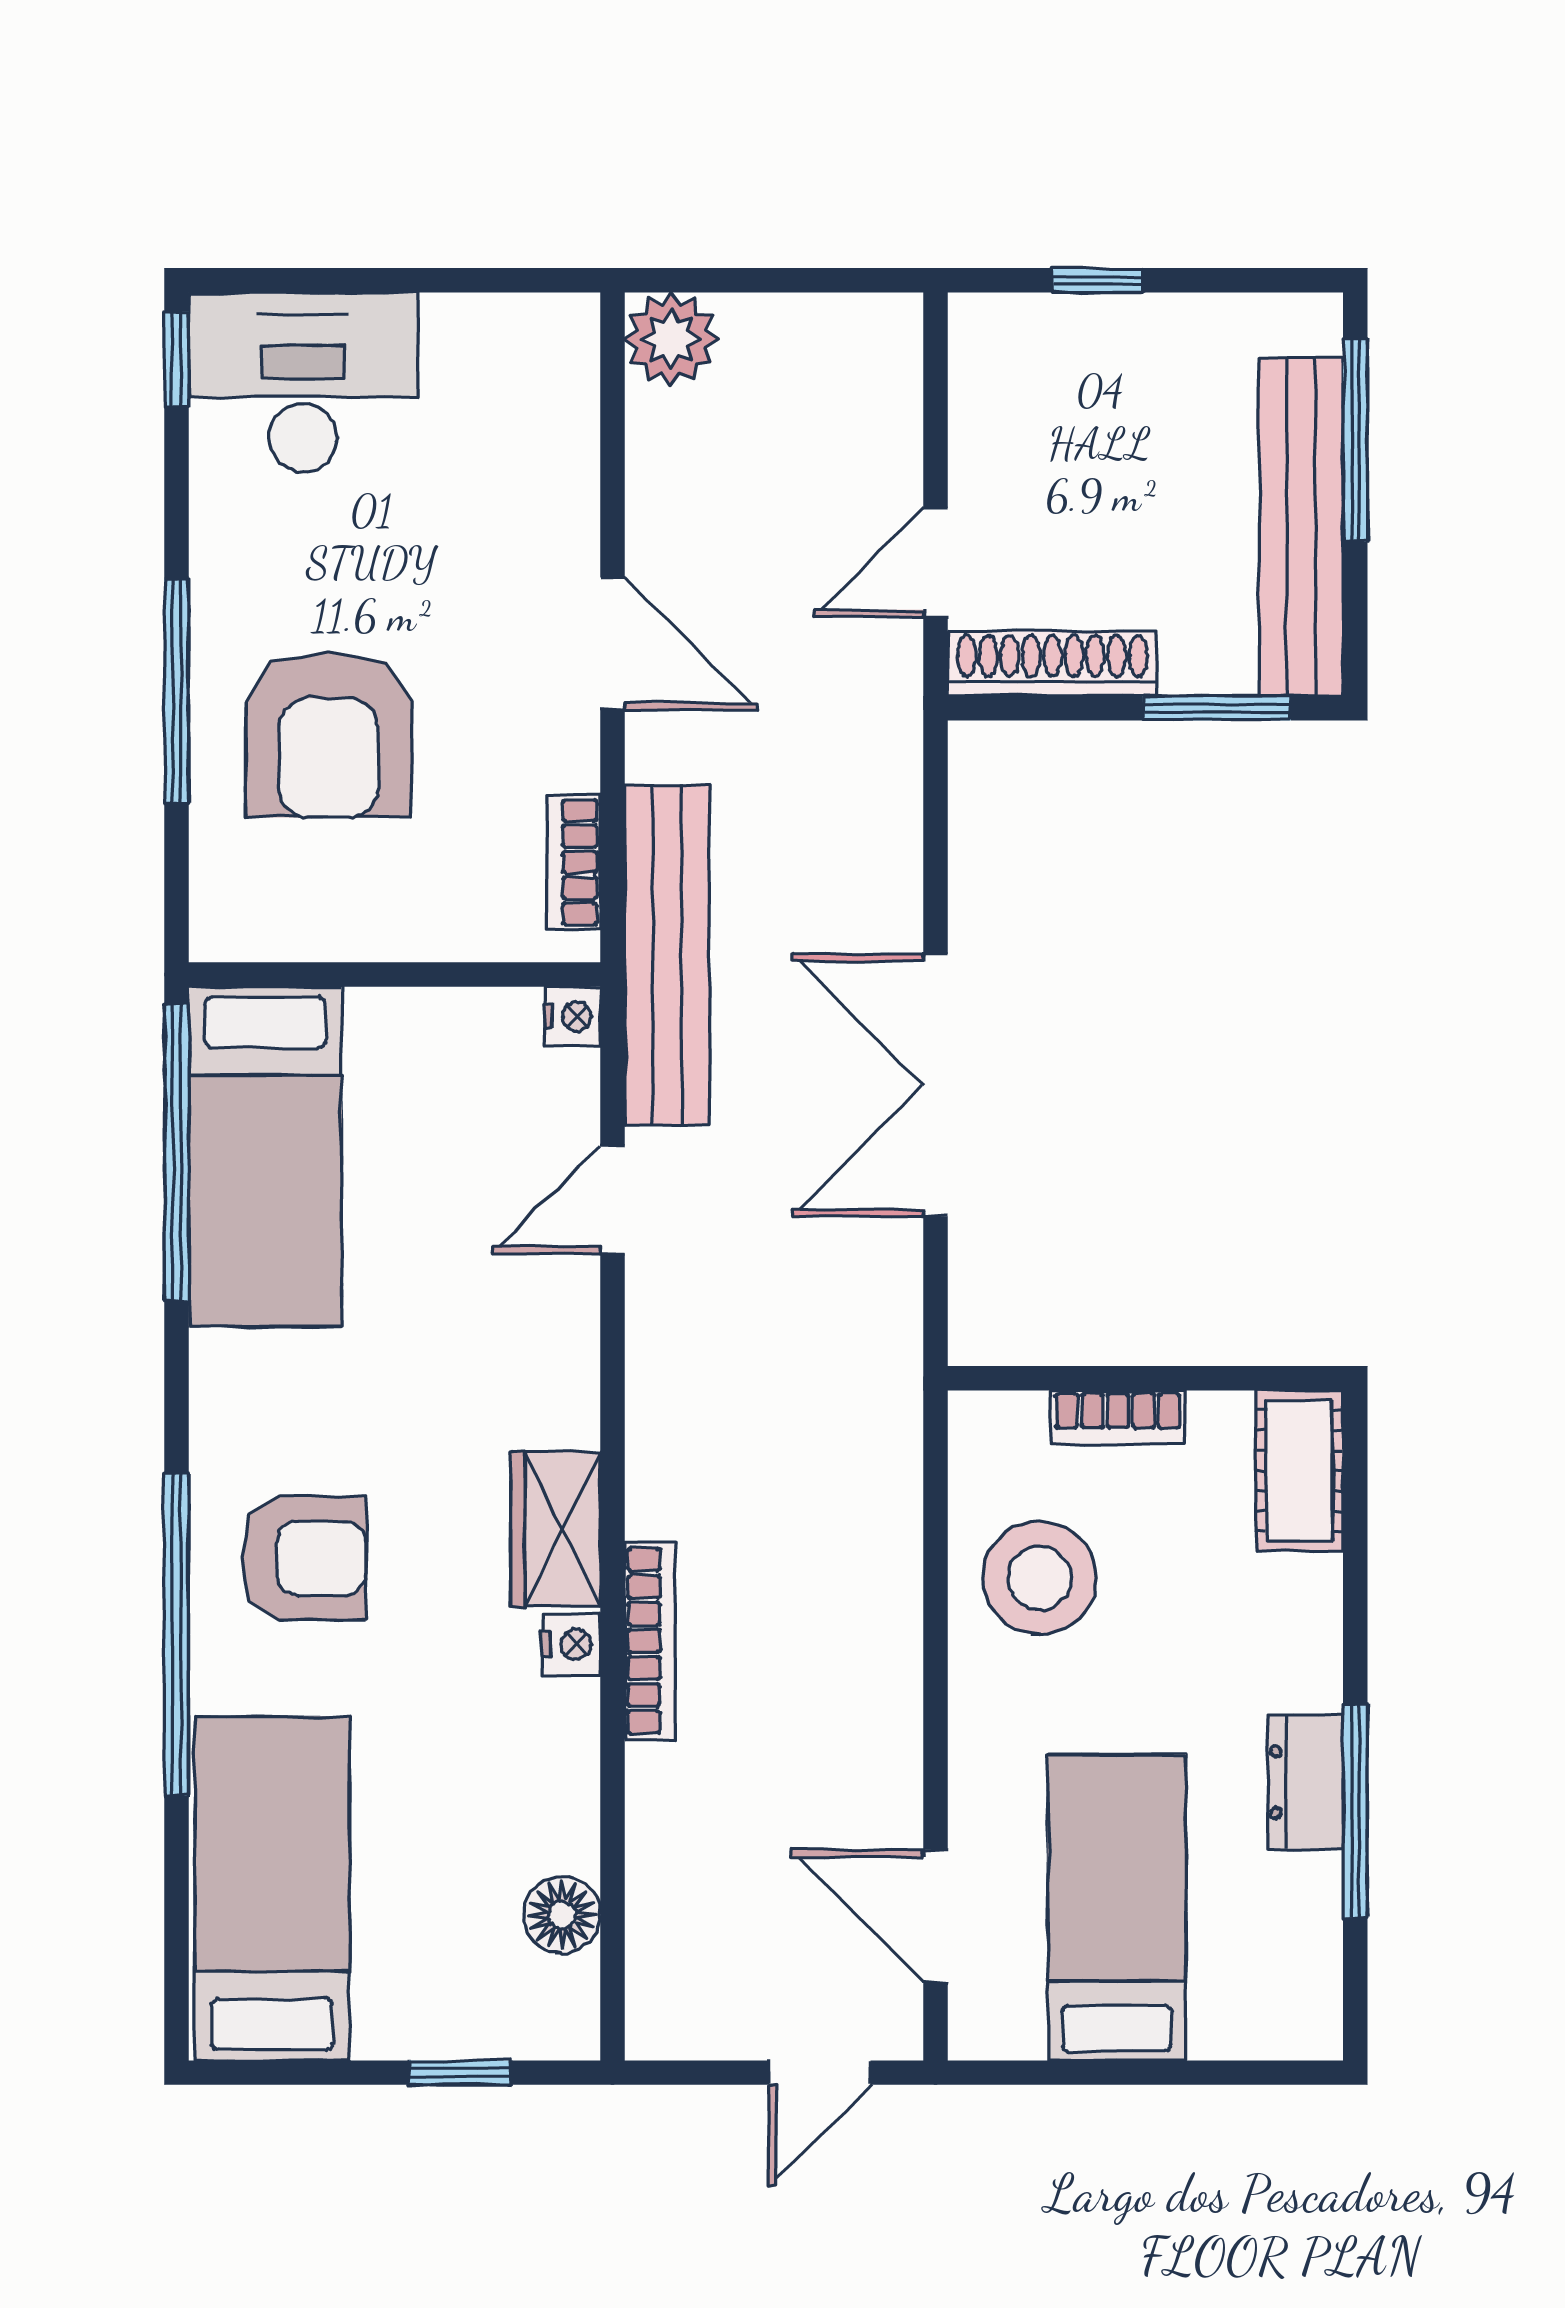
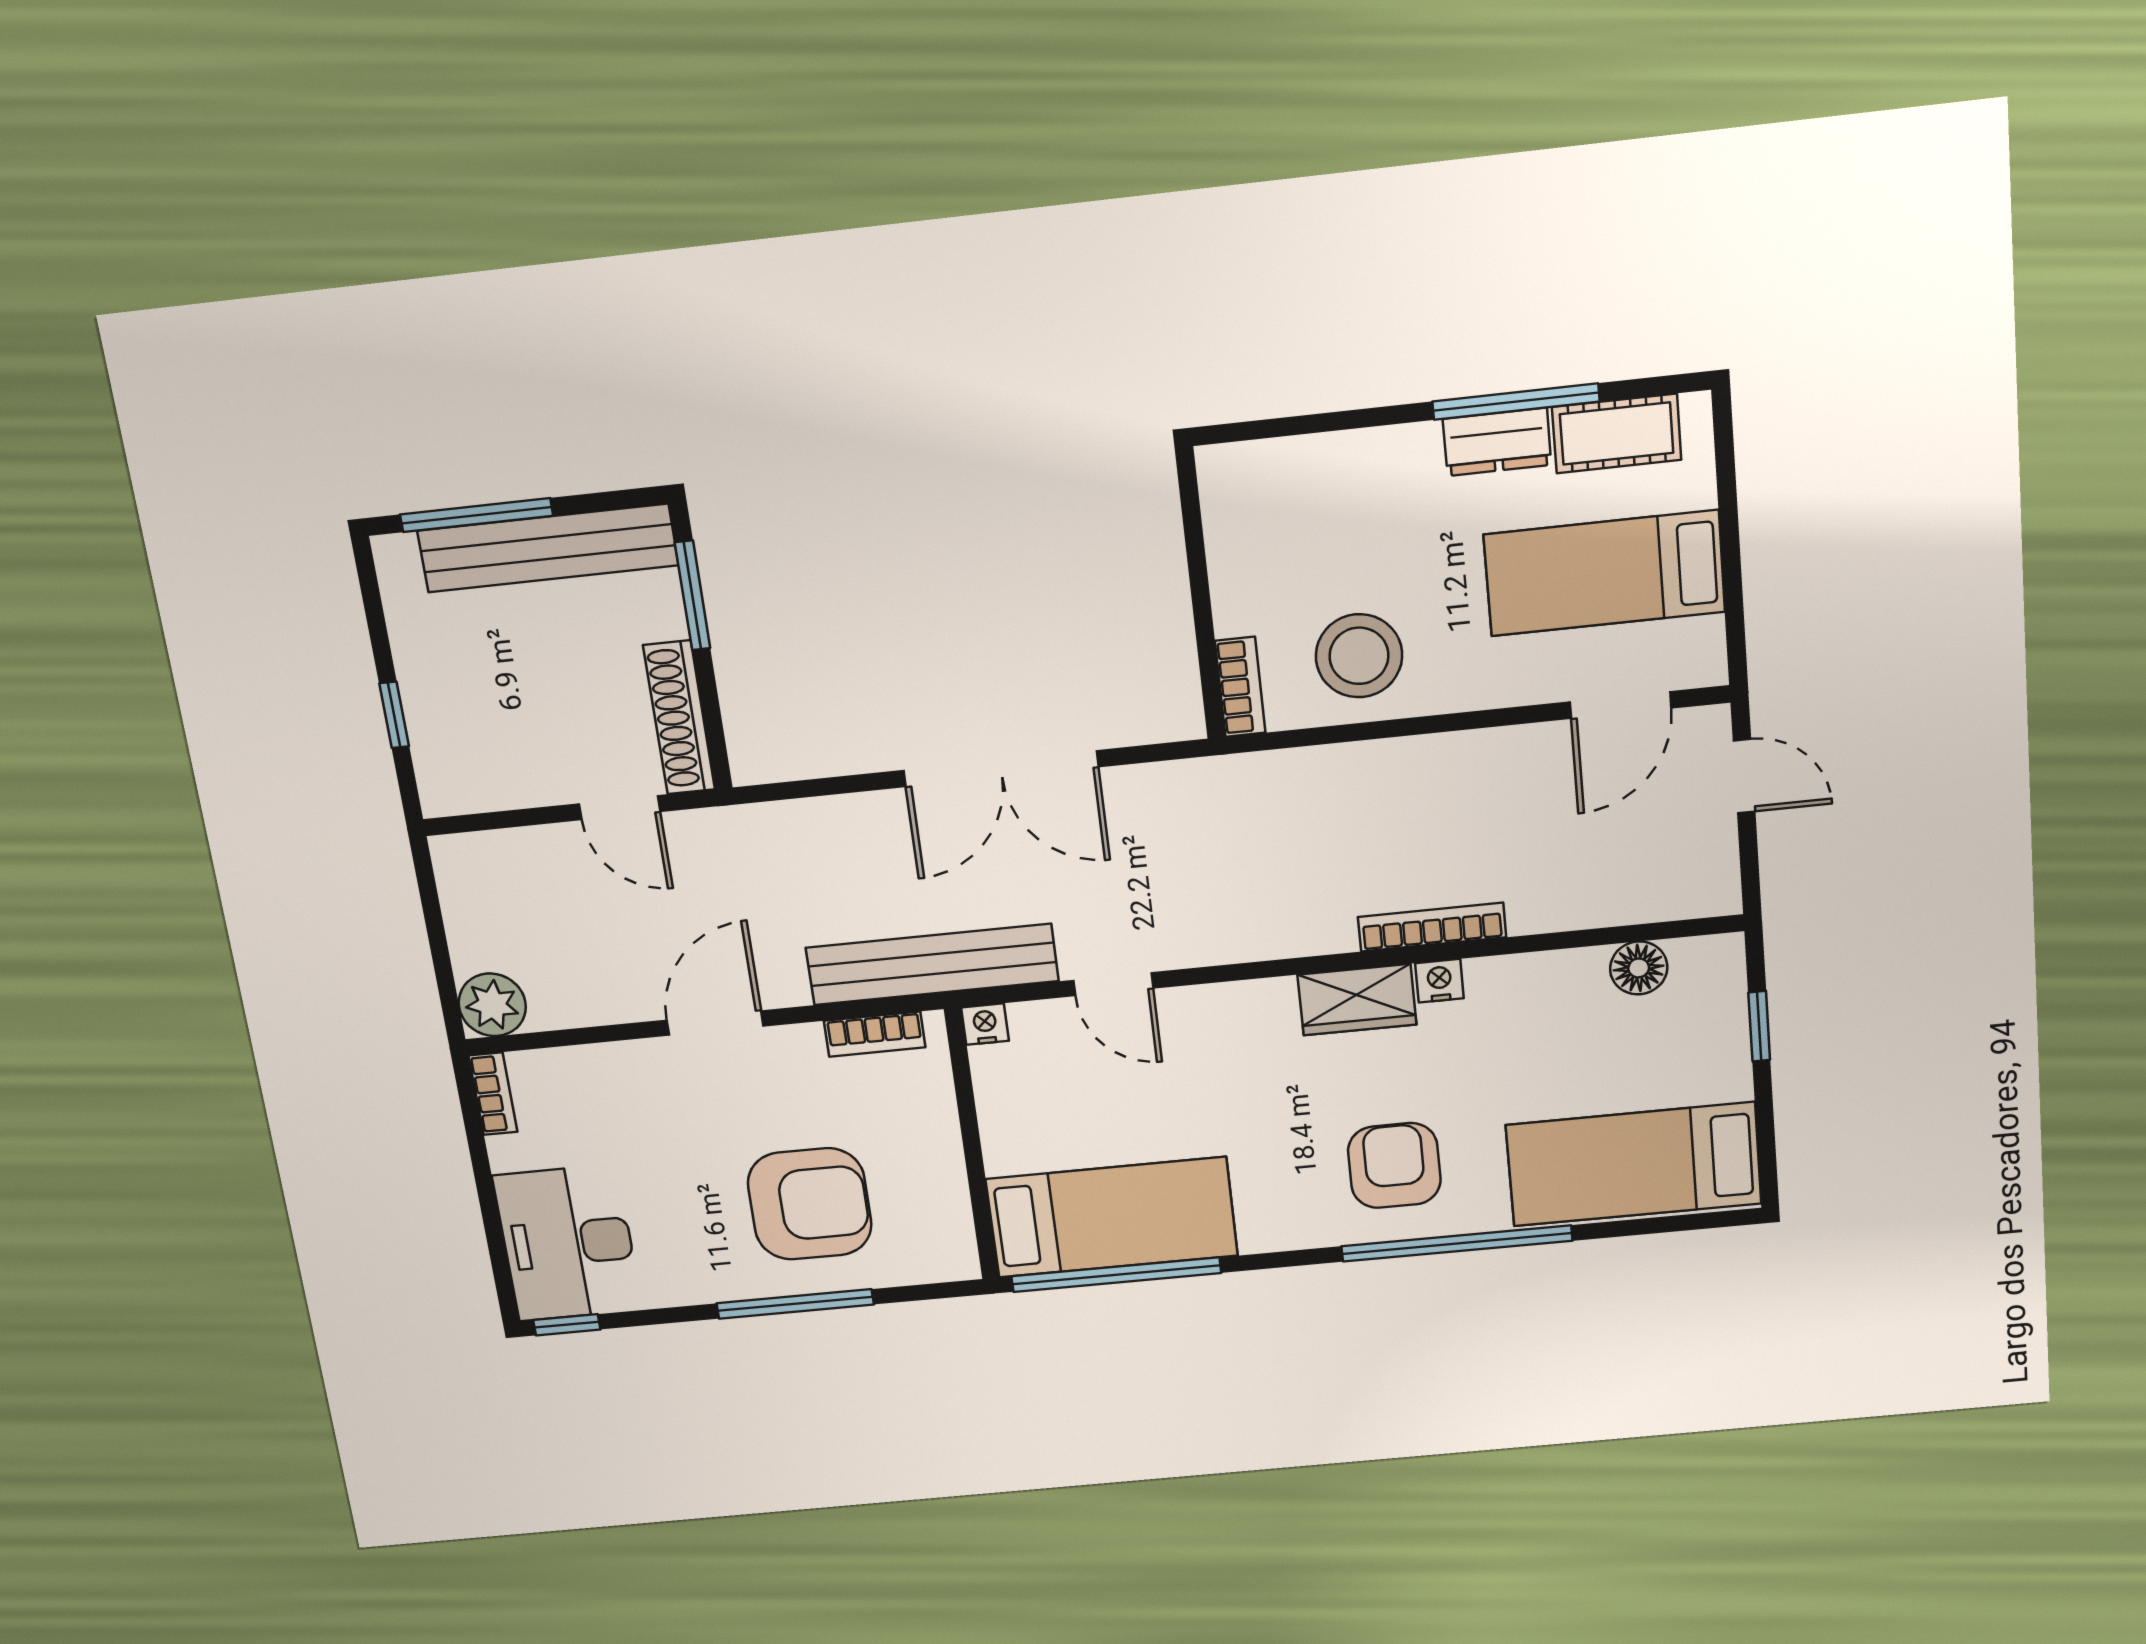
bookcase: (540, 317) -> (493, 1094), added
bookcase: (1118, 1417) -> (1240, 687), moved
cot: (1300, 1471) -> (1617, 433), moved

